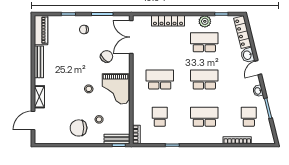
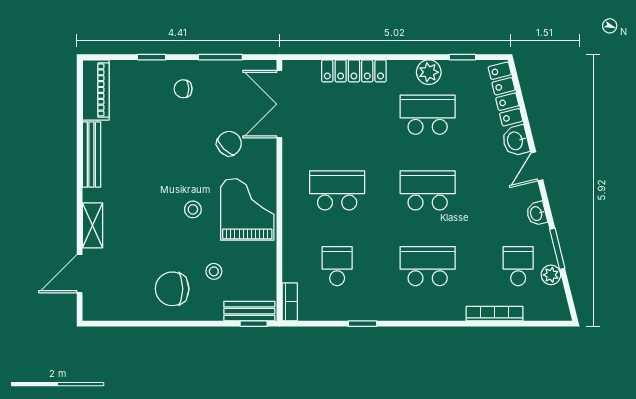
grand piano: (116, 89) -> (247, 209), turned 180
plant: (265, 121) -> (551, 275), added

